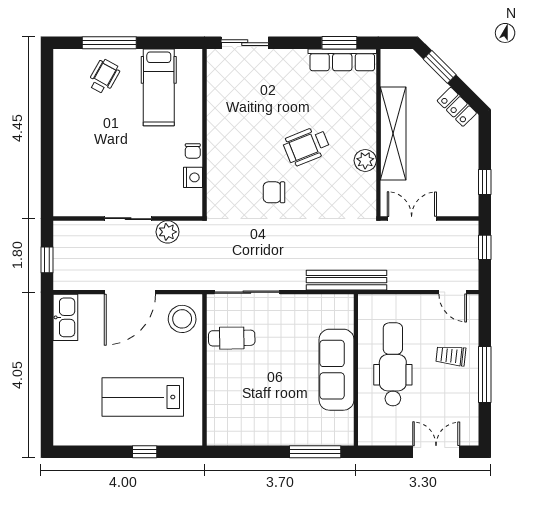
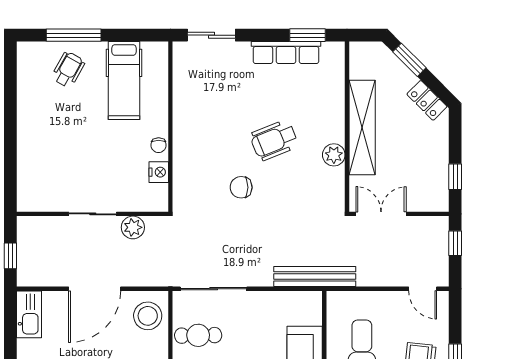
row of seats: (342, 60) -> (286, 53), moved

